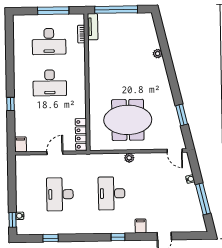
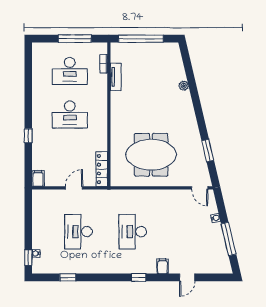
tv unit: (93, 27) -> (116, 77), moved
plant: (129, 158) -> (152, 195), removed

